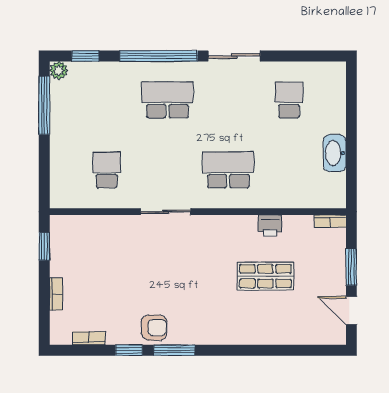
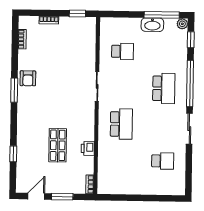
washbasin: (335, 153) -> (152, 25), moved, turned 180
window: (129, 350) -> (13, 154), moved

